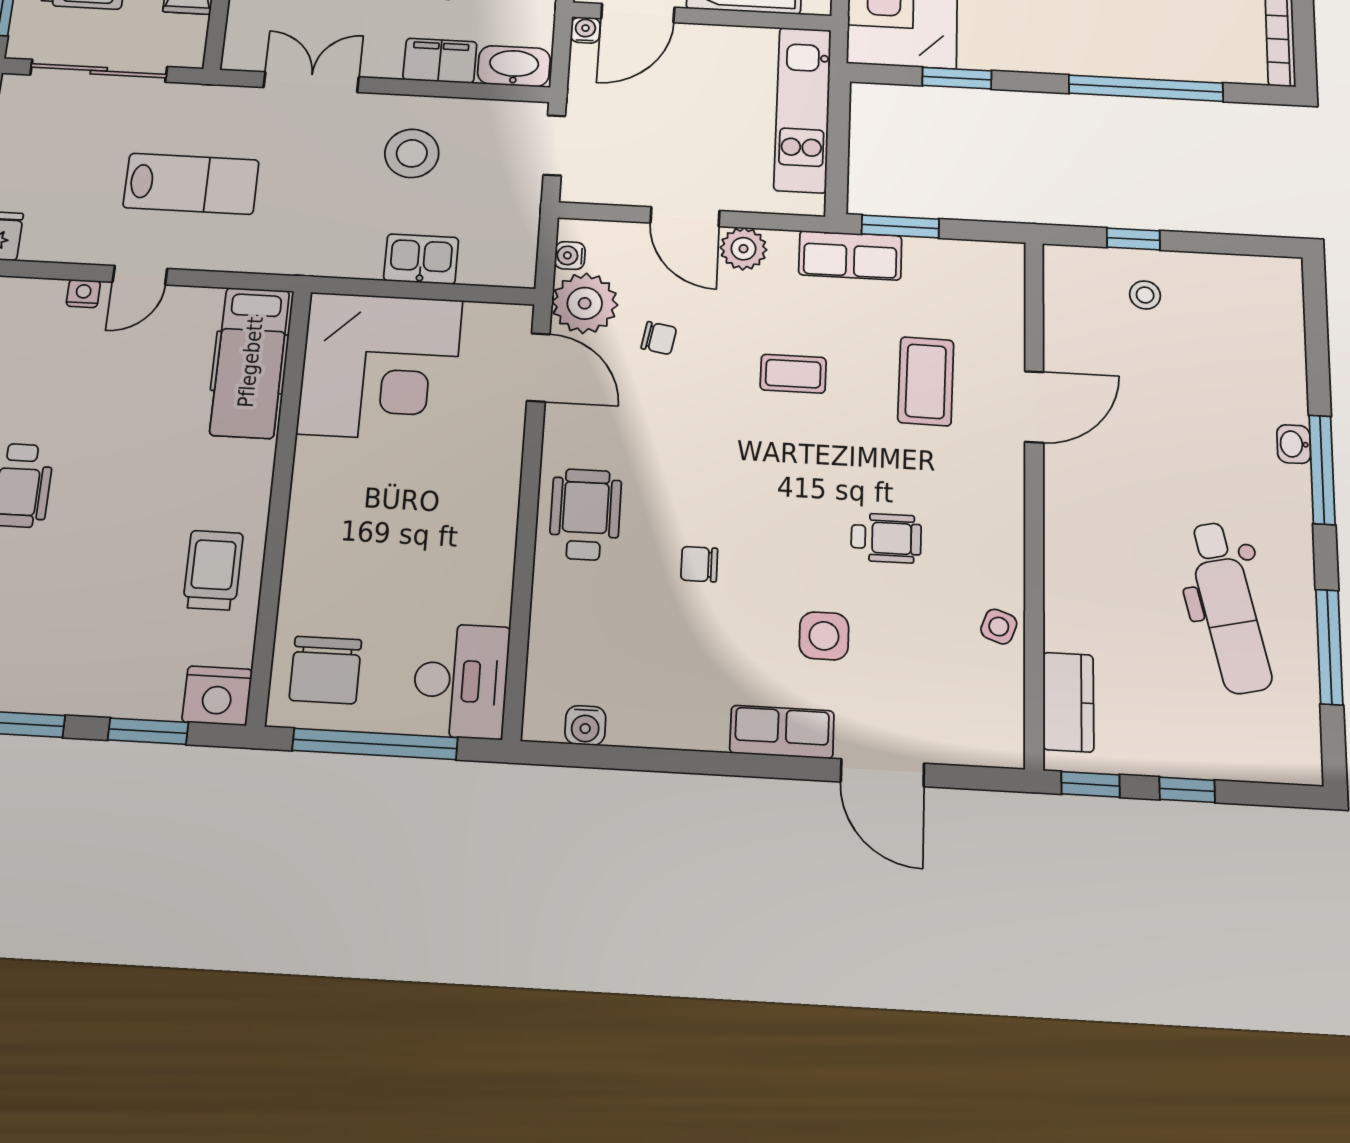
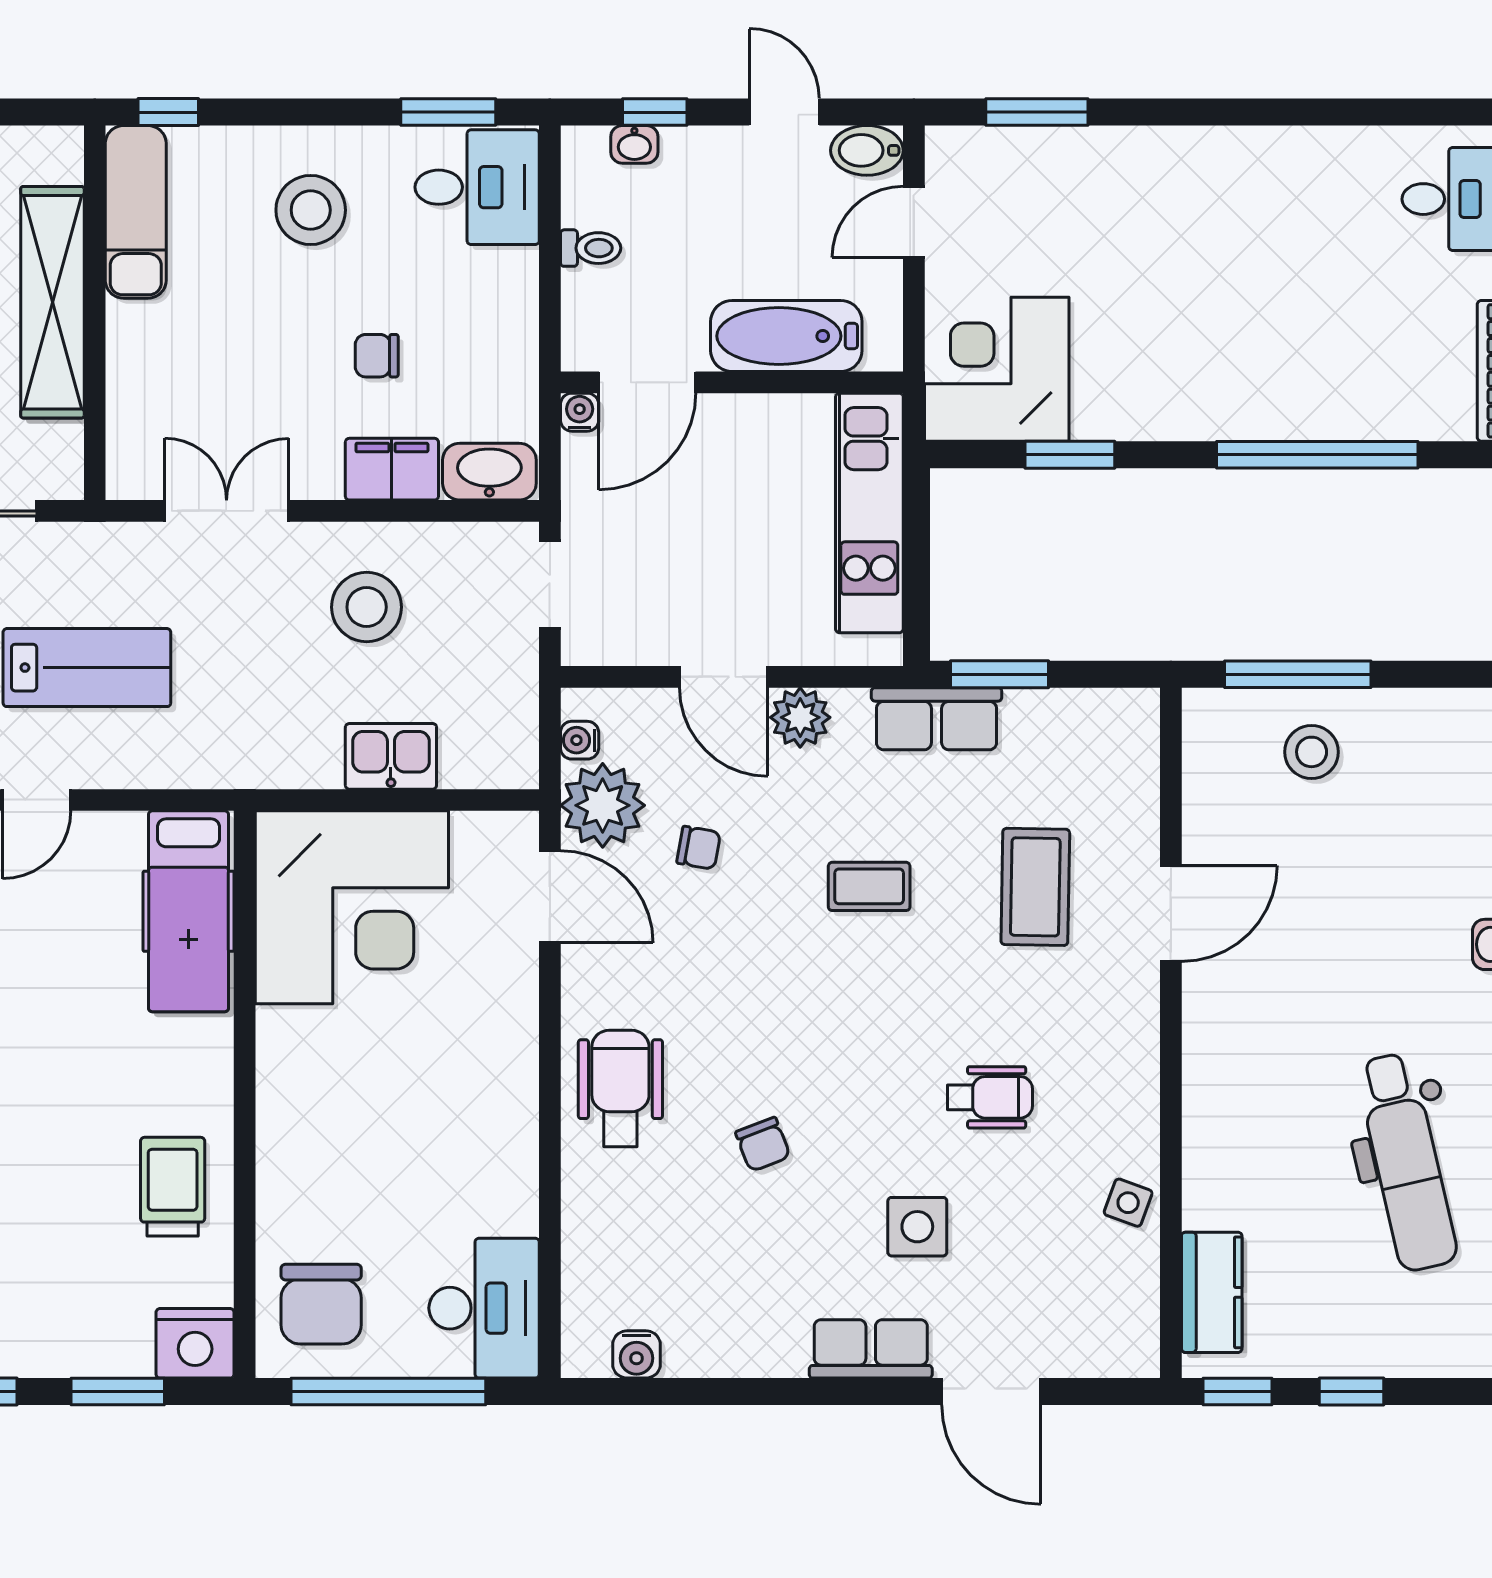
window: (1133, 239) -> (1298, 674), width x2.17
stool: (1145, 295) -> (1312, 752), width x1.37, depth x1.37
chair: (699, 564) -> (763, 1144), turned -111

